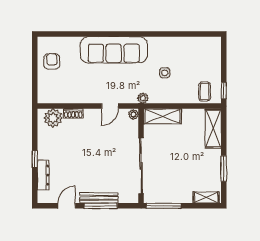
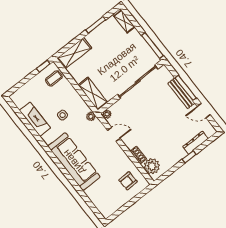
fireplace: (181, 45) -> (35, 119), added
armchair: (52, 61) -> (128, 181), moved

